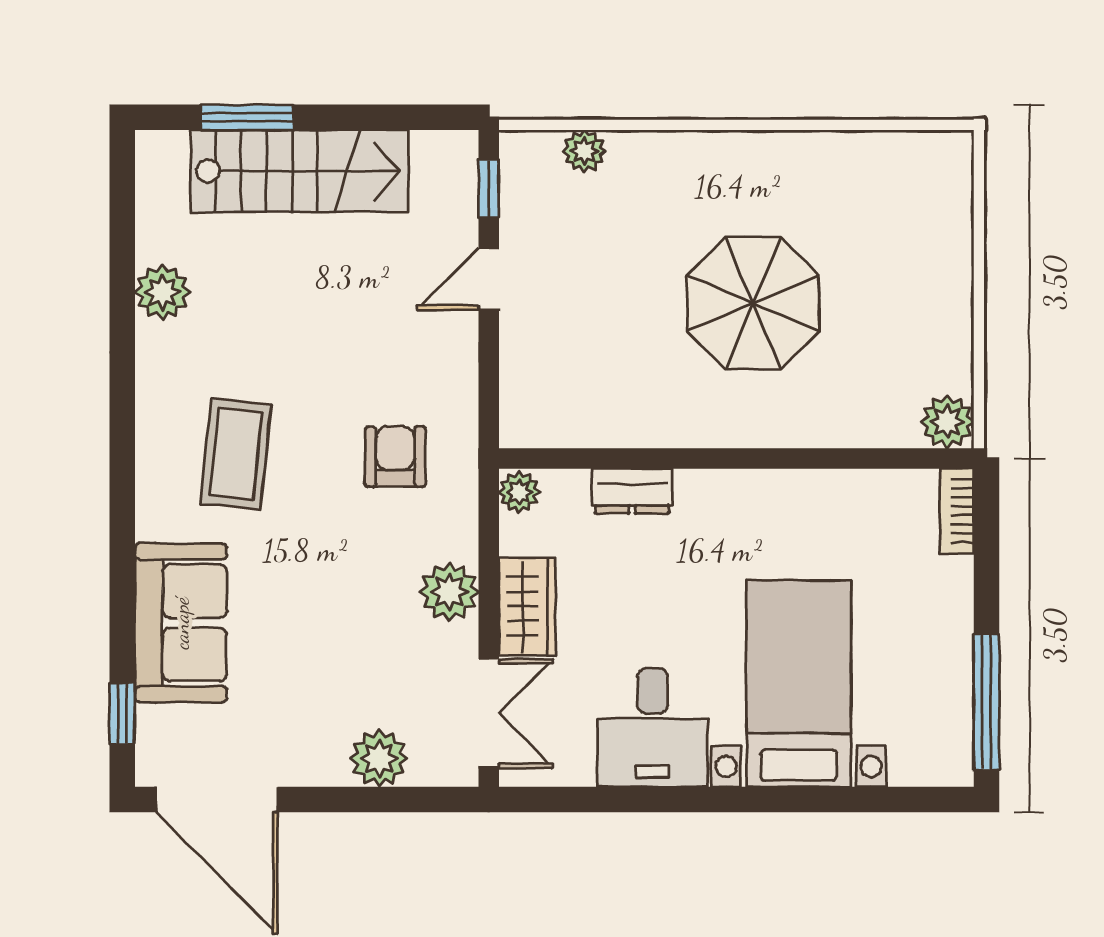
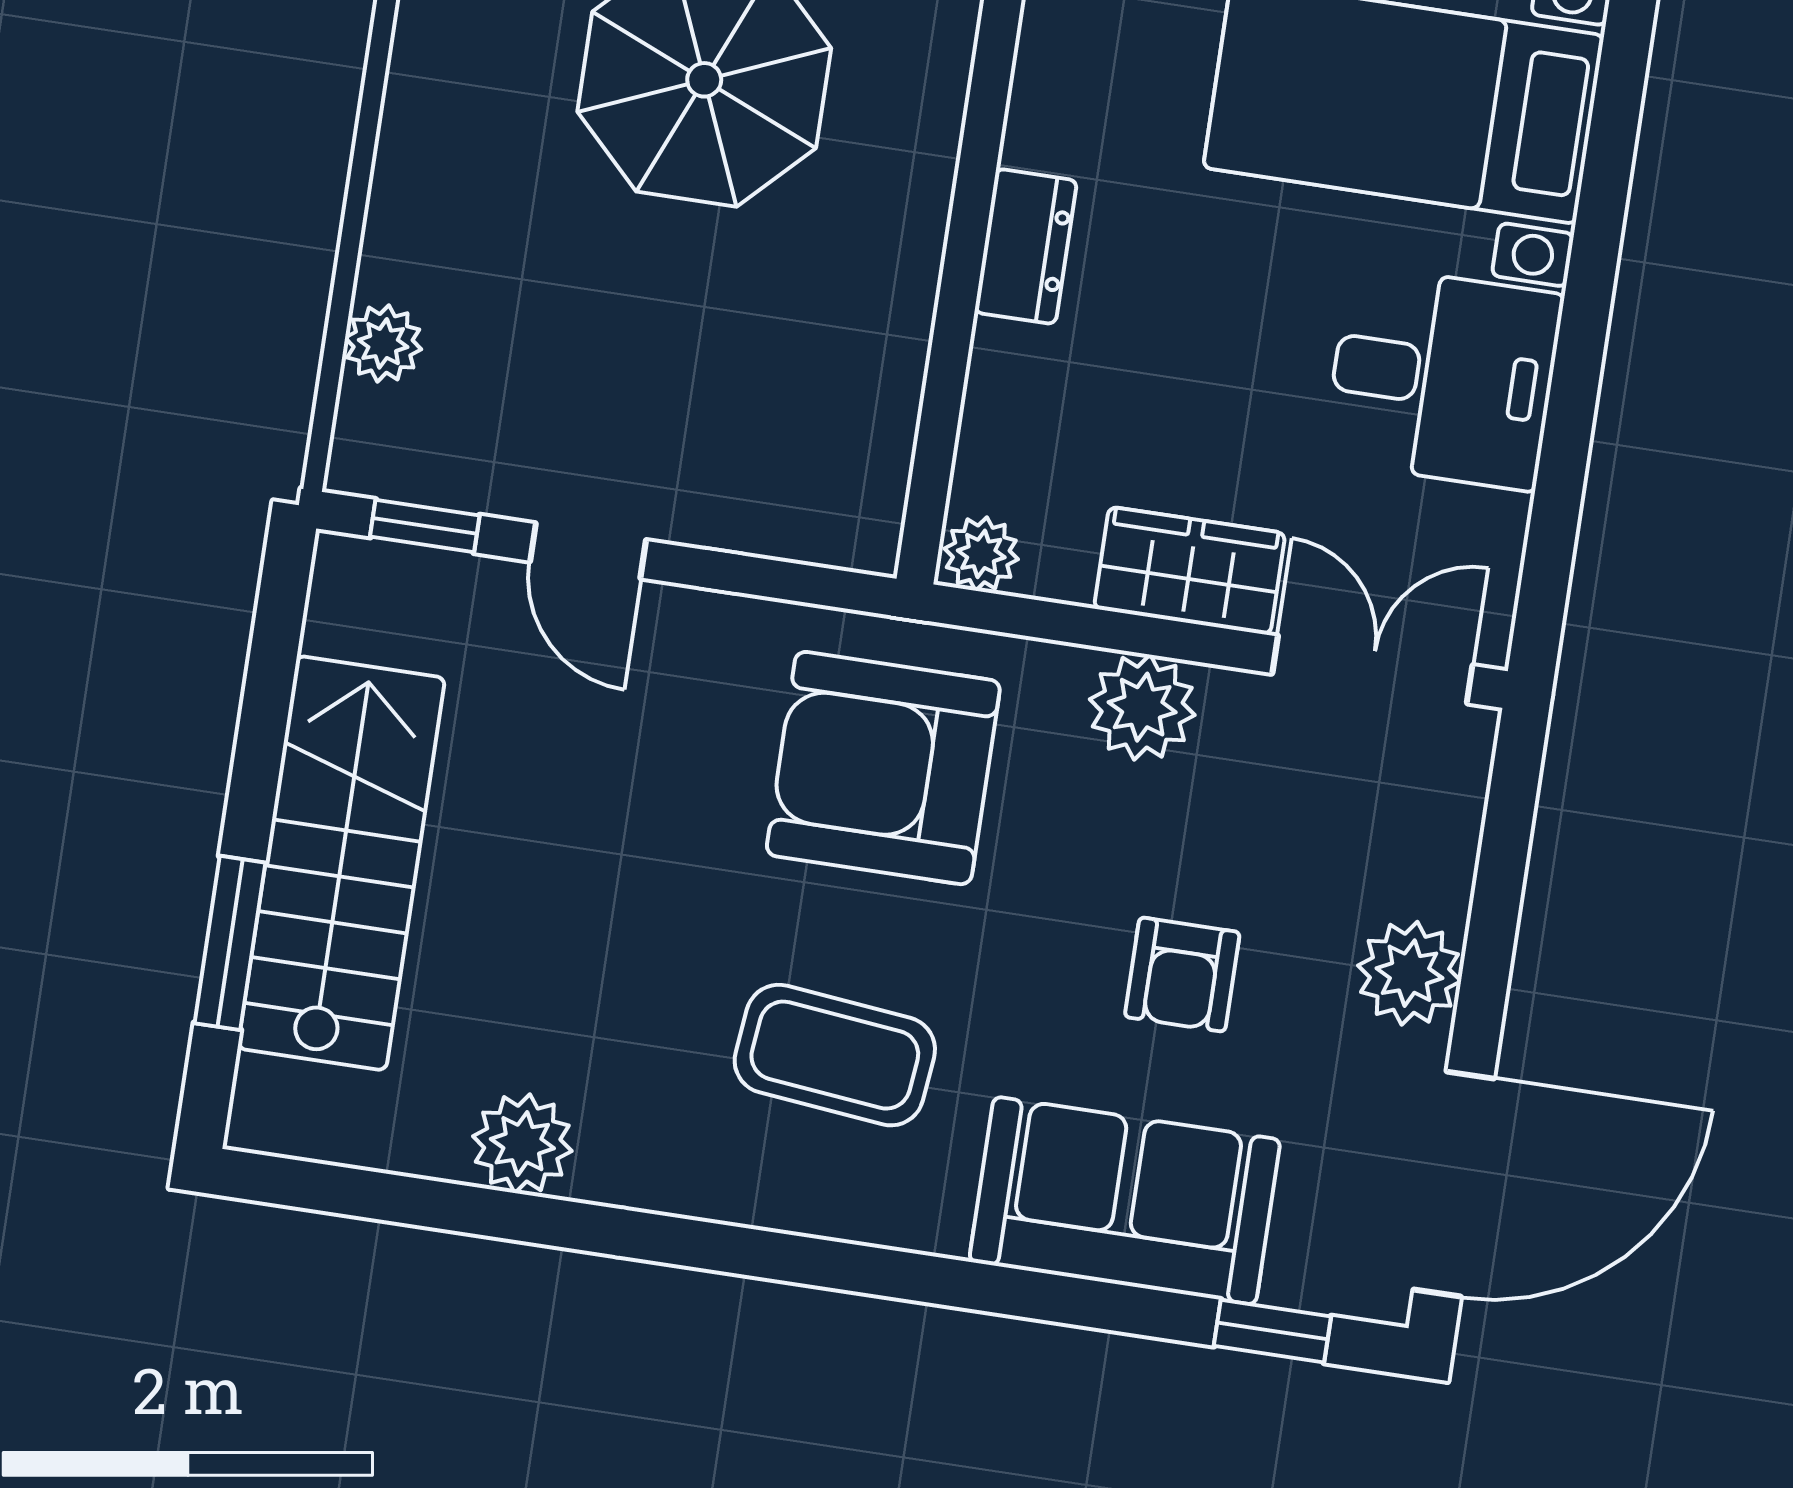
armchair: (395, 457) -> (883, 768), width x1.88, depth x1.88
dresser: (632, 491) -> (1026, 246), moved
armchair: (308, 635) -> (1182, 975), added
plant: (379, 758) -> (1410, 973), moved

